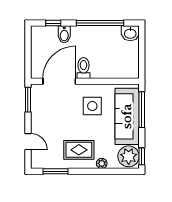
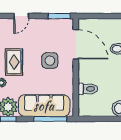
toilet: (83, 68) -> (88, 89), moved
side table: (92, 106) -> (50, 61), moved

